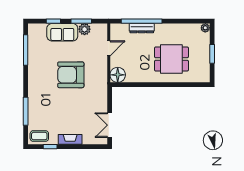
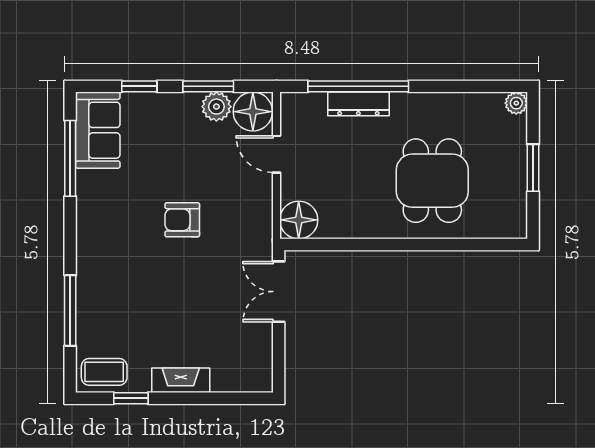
floor lamp: (99, 31) -> (253, 112), added
sofa: (62, 32) -> (98, 130), moved, turned -90
door: (109, 48) -> (276, 154), swing flipped
dining table: (171, 59) -> (432, 181), turned 90
armchair: (71, 75) -> (182, 220), width x0.53, depth x0.53
double door: (110, 125) -> (279, 292), moved

